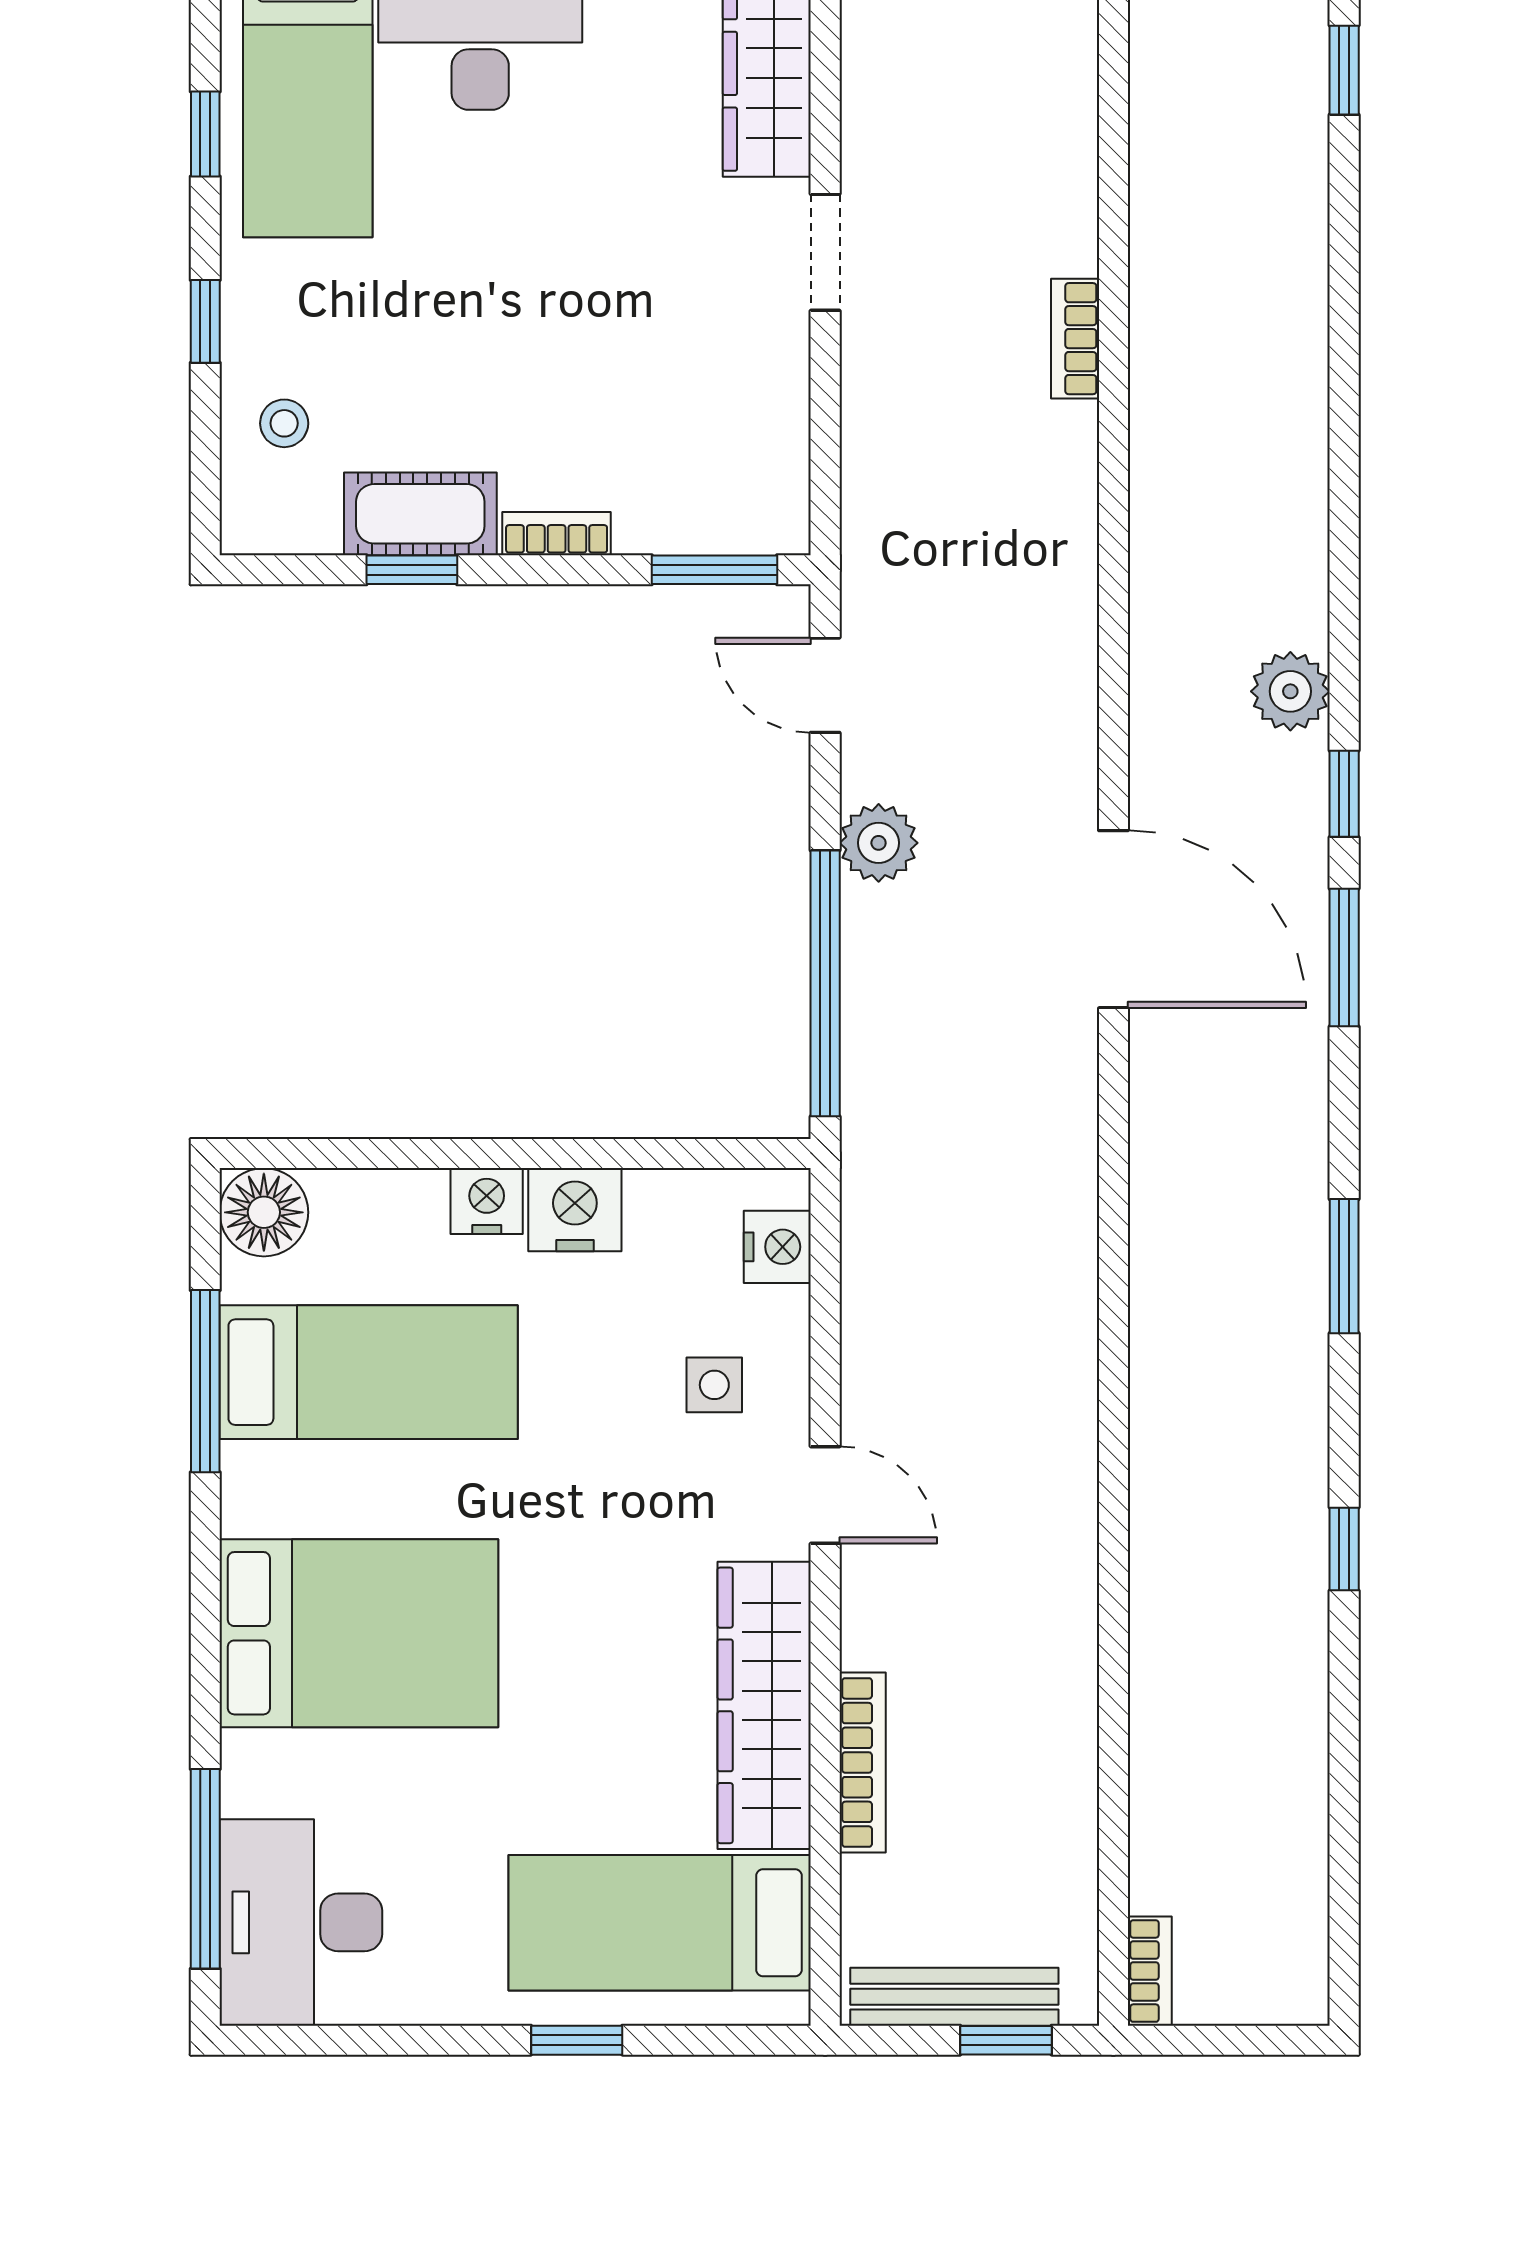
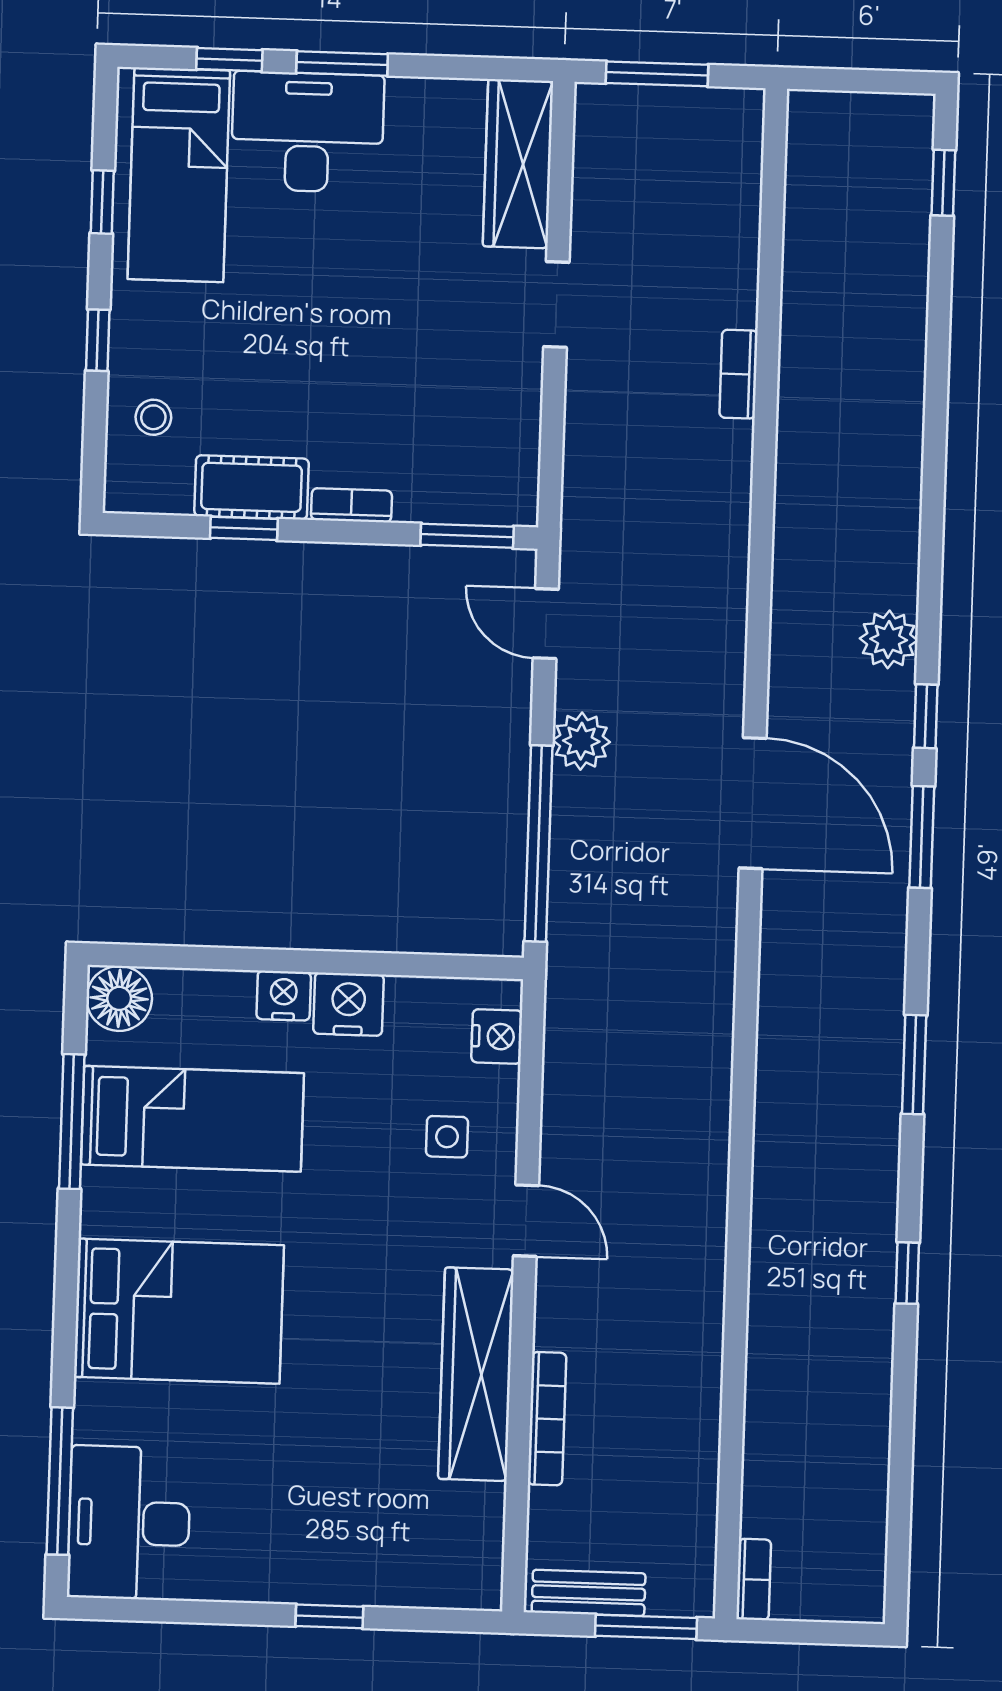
bed: (660, 1923) -> (394, 1532), removed
bench: (954, 1997) -> (589, 1593), width x0.73
window: (1006, 2040) -> (646, 1627), width x1.50

